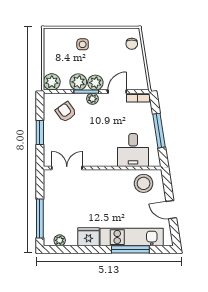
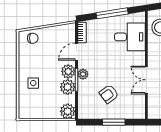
door: (117, 92) -> (76, 52), hinge flipped
armchair: (66, 112) -> (109, 94), moved
double door: (67, 168) -> (146, 80), moved

